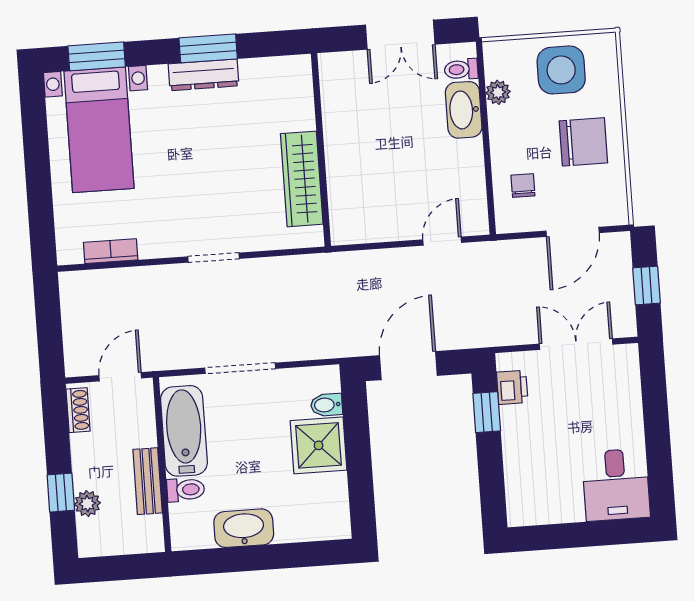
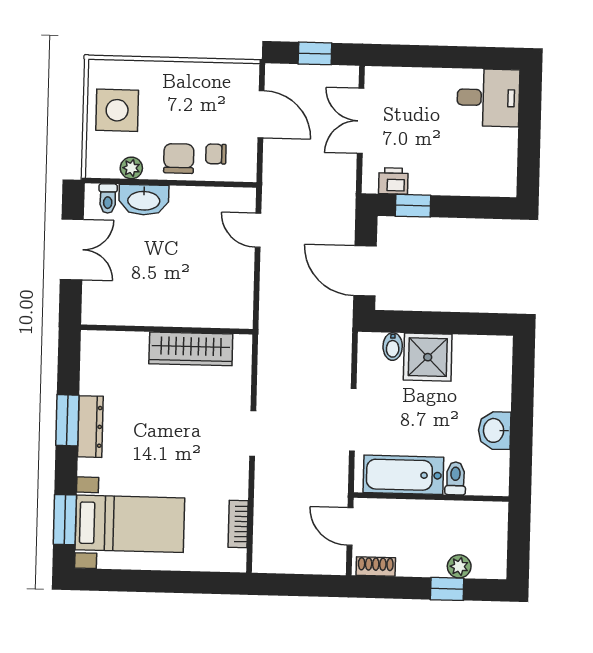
chair: (583, 142) -> (179, 159), moved, width x0.73, depth x0.73
bench: (148, 481) -> (445, 511), removed
washbasin: (244, 528) -> (494, 430), width x0.72

